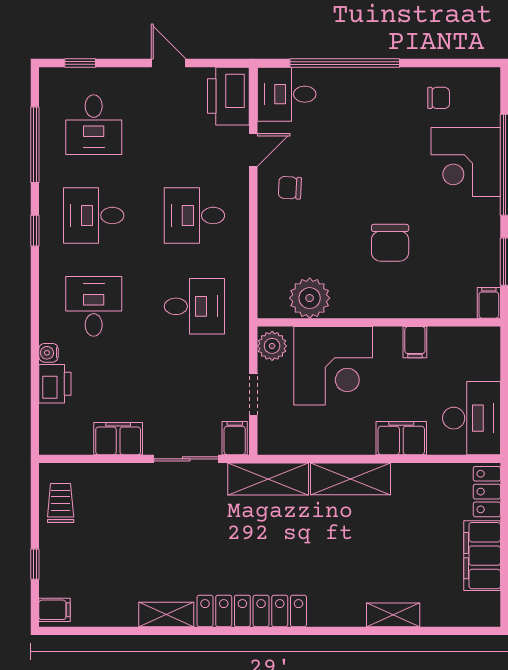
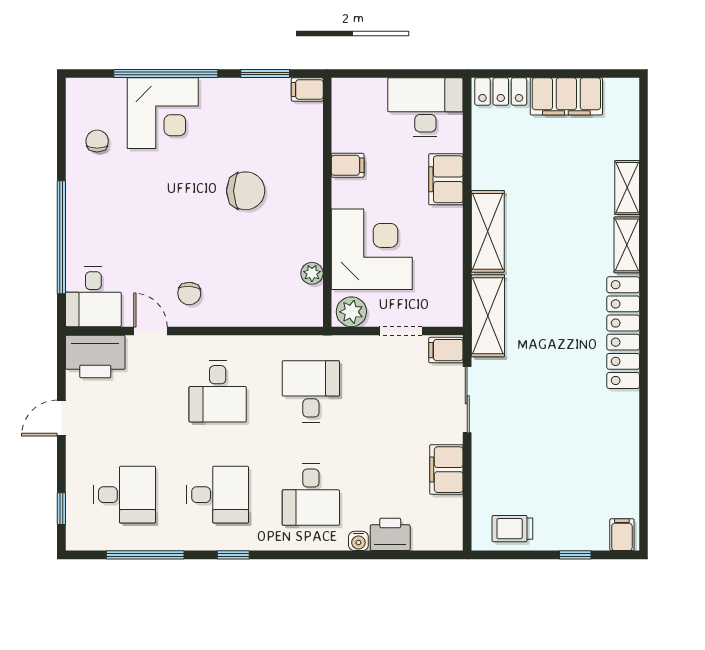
desk: (94, 215) -> (218, 495), turned -90
plant: (310, 298) -> (312, 273), width x0.53, depth x0.53
desk: (94, 306) -> (311, 495), turned -90
shelving: (166, 614) -> (627, 245), moved

